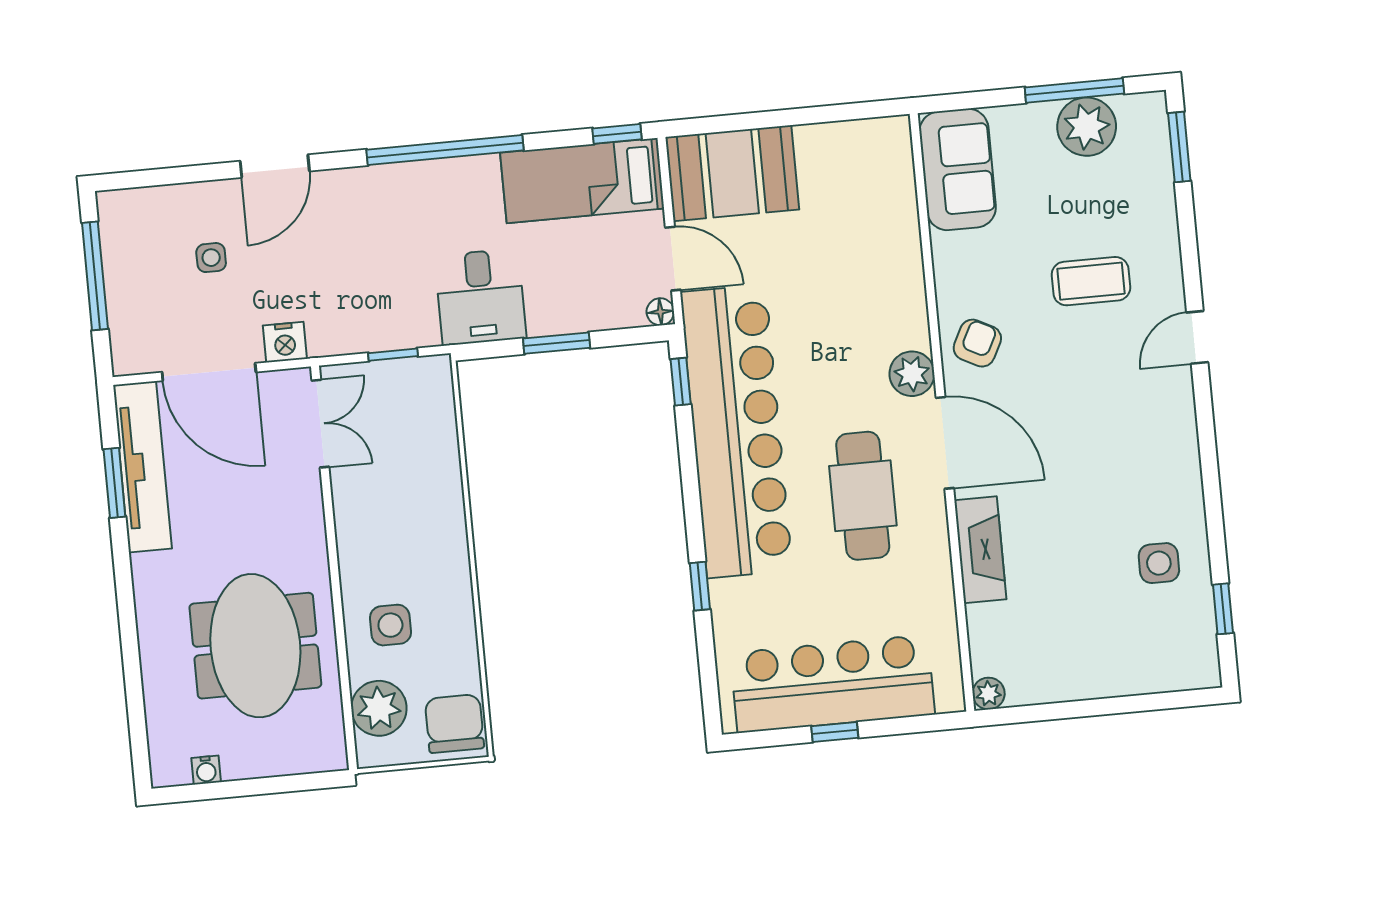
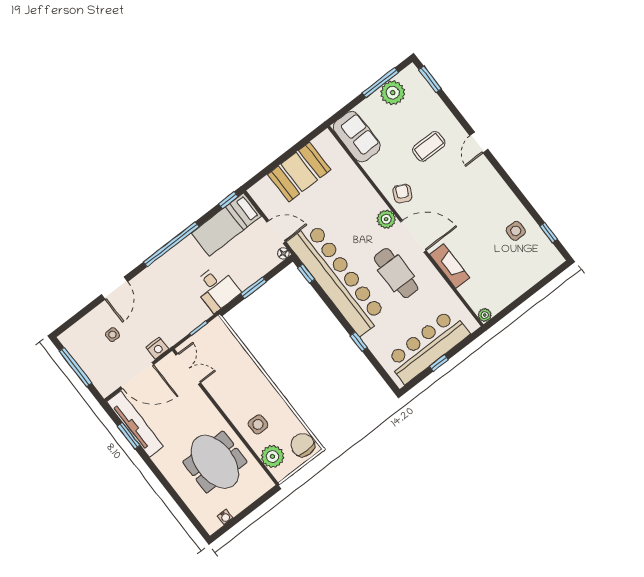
booth: (732, 173) -> (299, 172), moved

